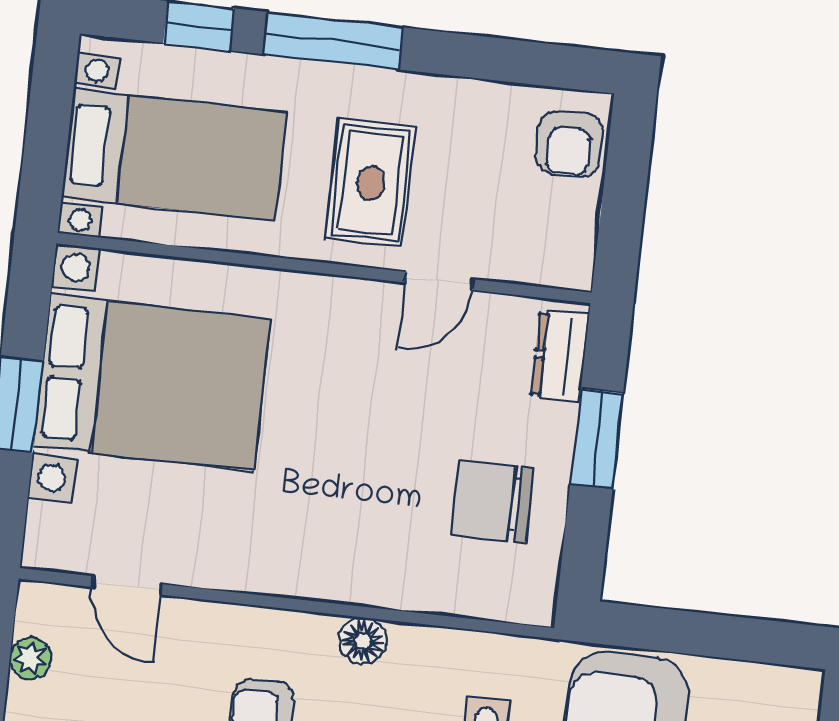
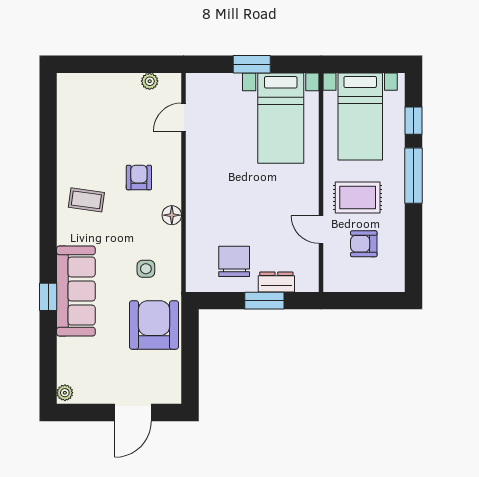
armchair: (569, 144) -> (364, 244), moved
dresser: (560, 356) -> (276, 282), moved
bed with nightstands: (152, 382) -> (281, 118), width x0.73

